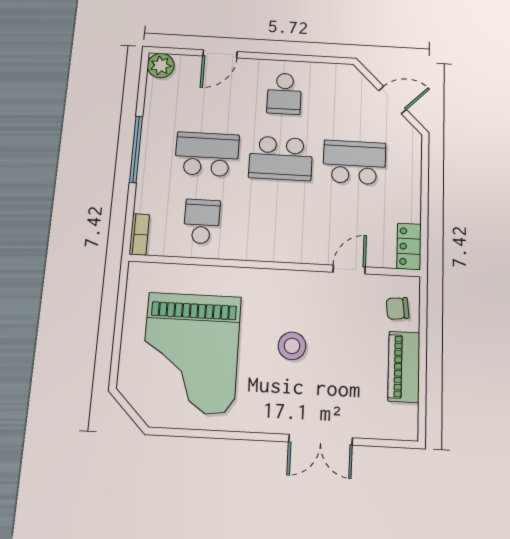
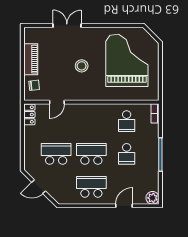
school desk: (284, 94) -> (91, 187), width x1.85
school desk: (207, 154) -> (127, 154), width x0.54
school desk: (354, 162) -> (56, 154), turned 180

